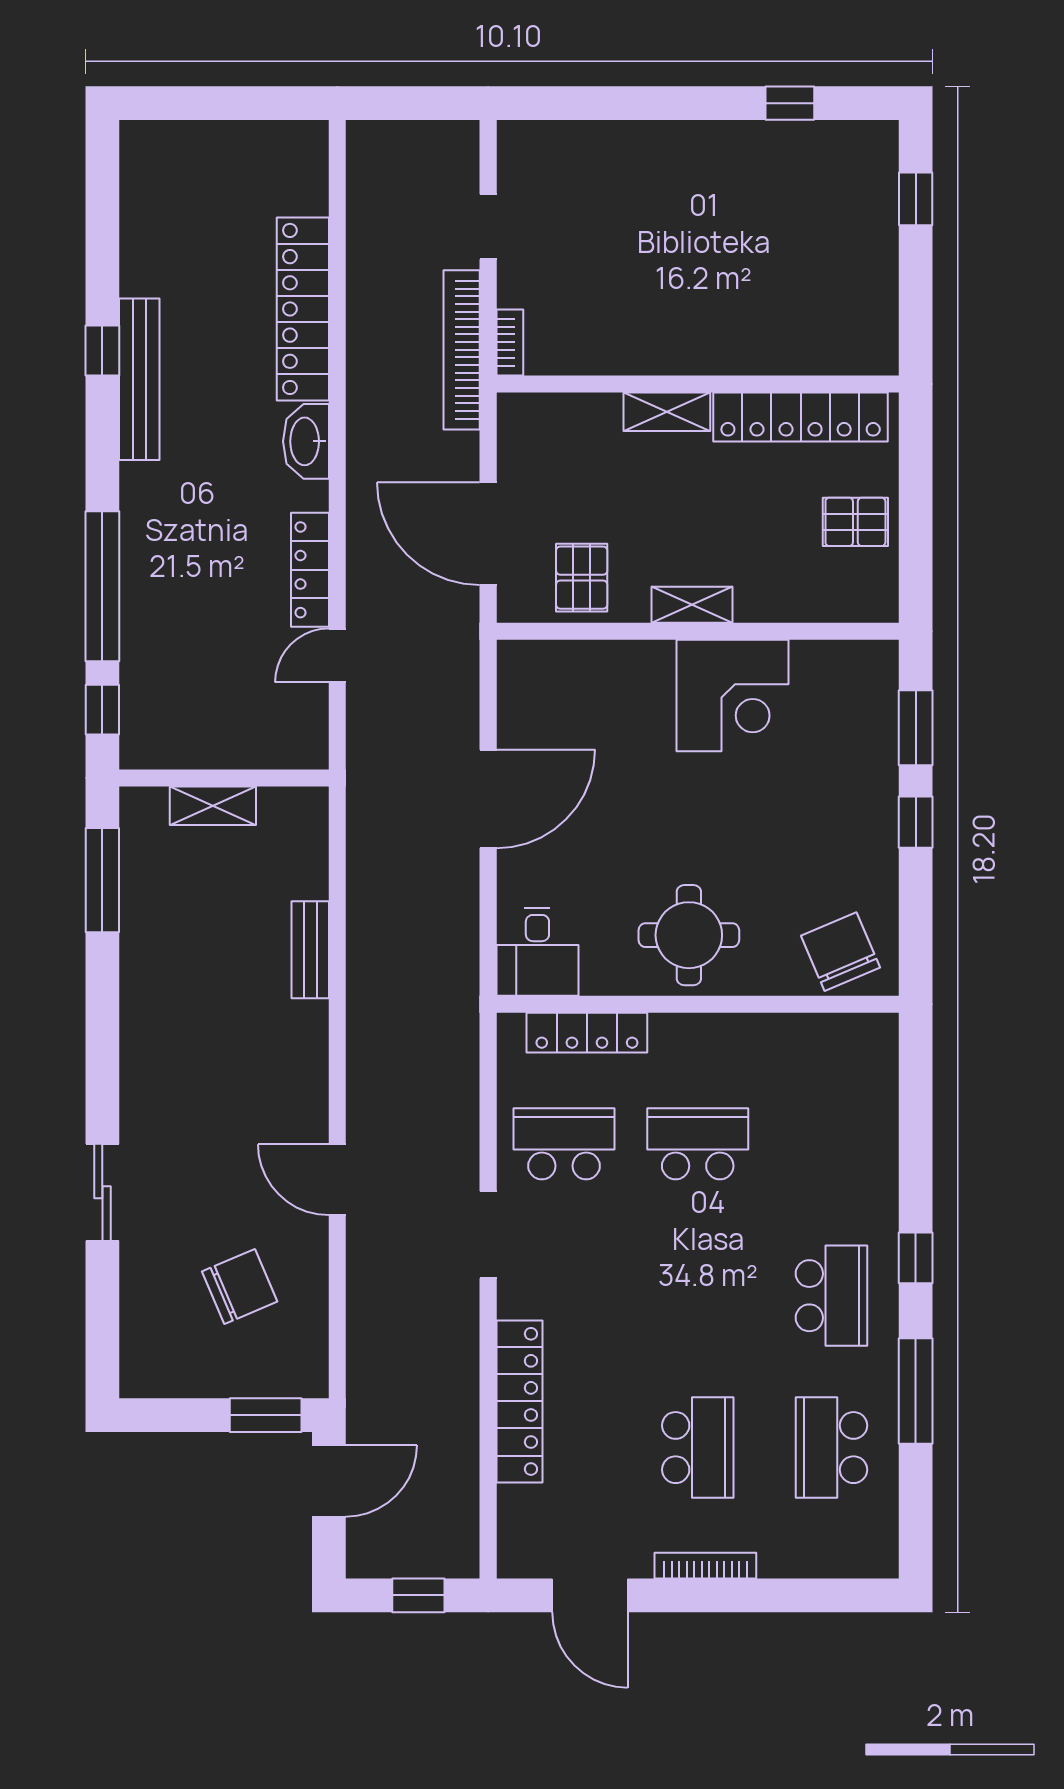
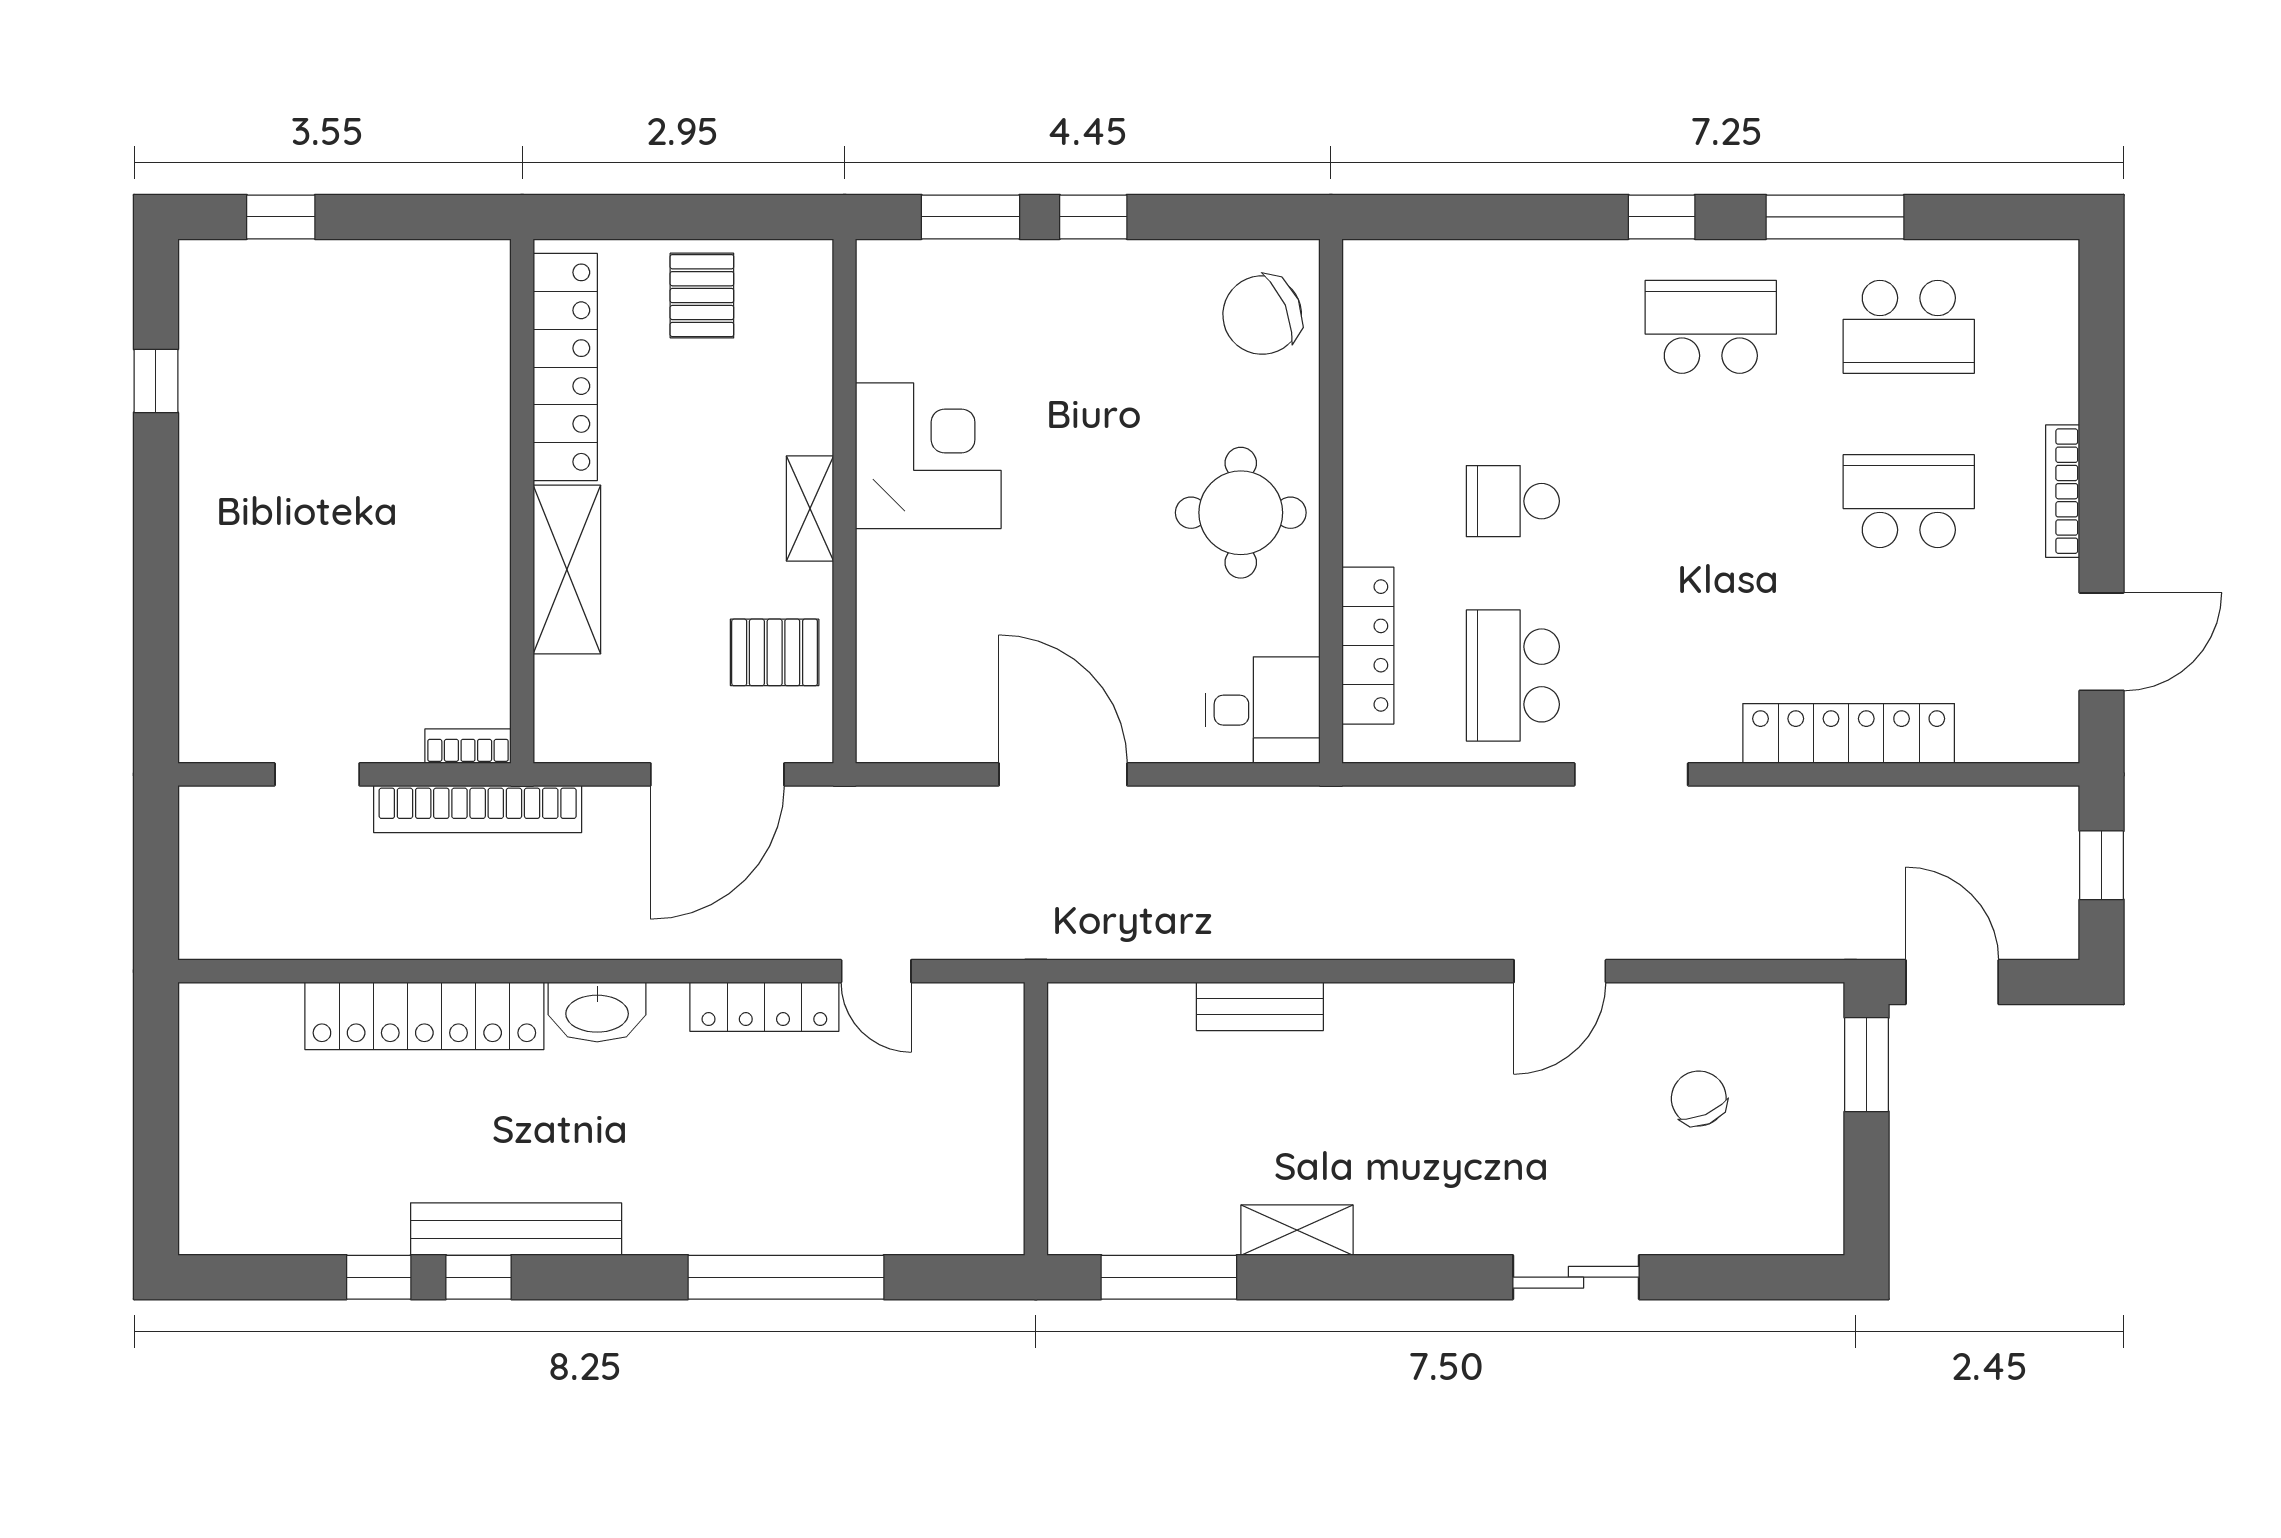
shelving: (667, 412) -> (567, 570), width x1.50, depth x1.33
window: (102, 710) -> (379, 1277), moved
shelving: (213, 806) -> (1297, 1230), moved, turned 90
school desk: (698, 1144) -> (1513, 501), width x0.54
chair: (240, 1286) -> (1699, 1098), width x0.73, depth x0.73

